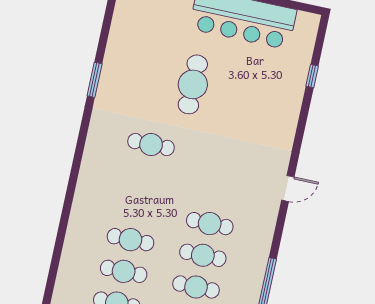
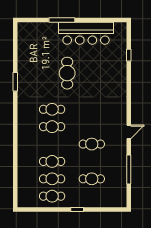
door: (288, 188) -> (129, 132), moved
cafe table: (203, 255) -> (52, 127), moved

